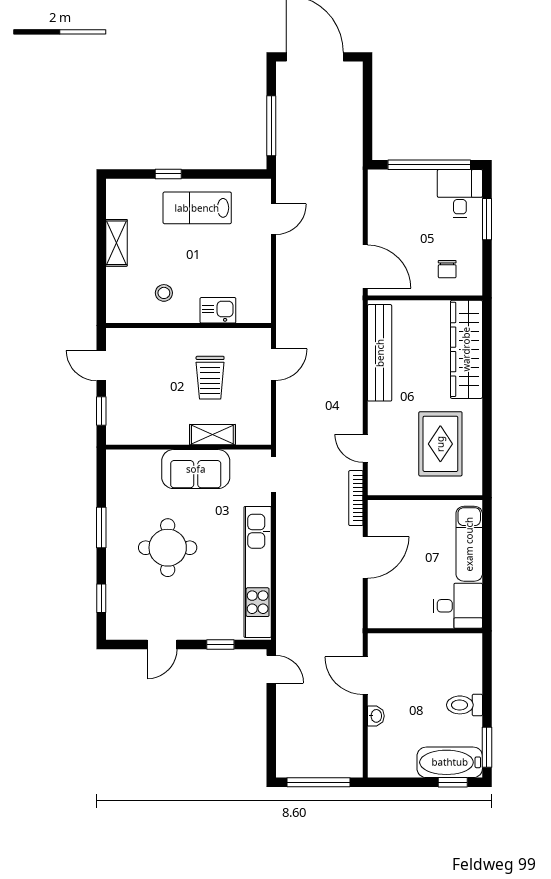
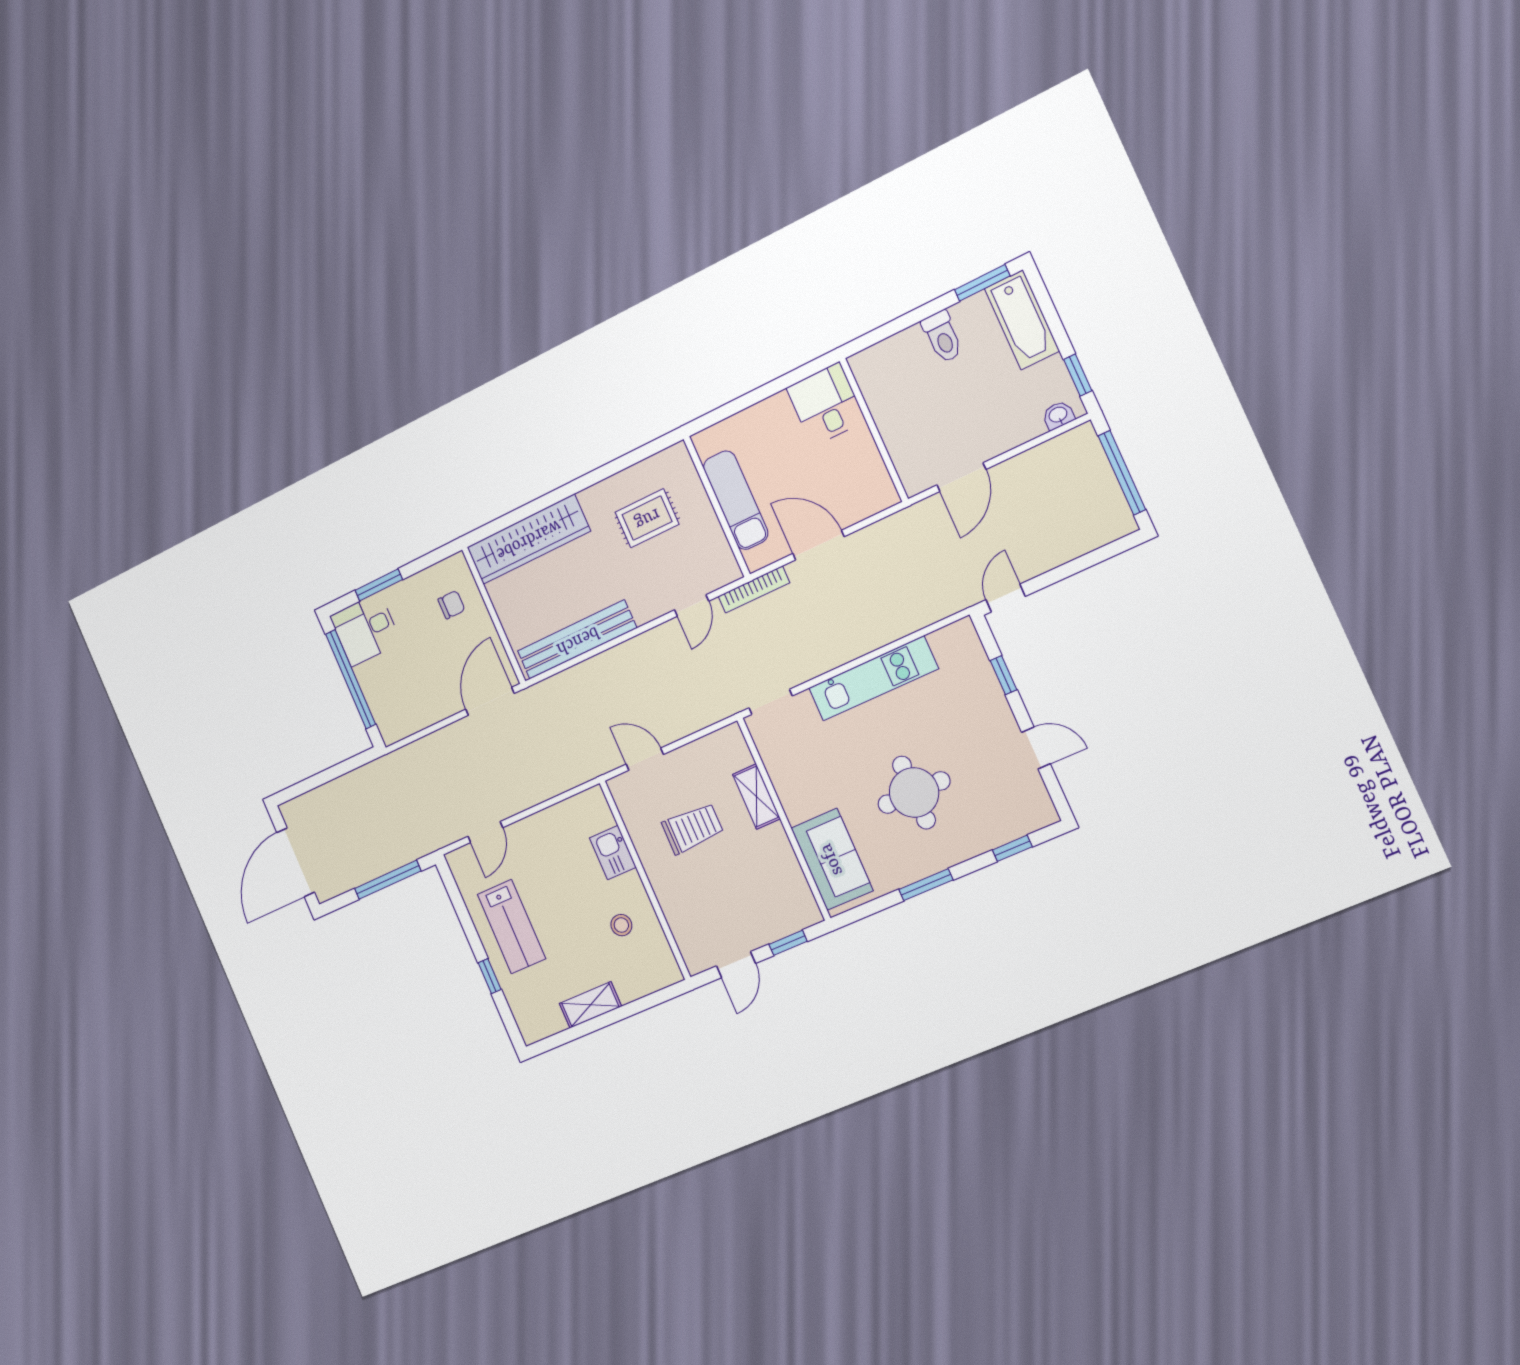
door: (273, 219) -> (485, 832), swing flipped
rug: (440, 444) -> (647, 518), width x0.73, depth x0.70
sofa: (196, 469) -> (832, 859), moved
exam couch: (469, 544) -> (736, 500), moved, turned -90
kitchen unit: (258, 572) -> (873, 678), width x0.73
washbasin: (376, 716) -> (1058, 415), moved
window: (453, 782) -> (1078, 375), moved

